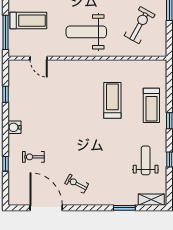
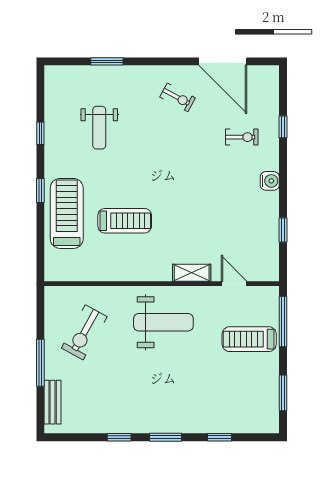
treadmill: (112, 100) -> (125, 221), turned -90
treadmill: (151, 105) -> (67, 213), width x1.37, depth x1.38
weight bench: (146, 160) -> (99, 128), moved
shelving: (151, 200) -> (192, 273), moved

